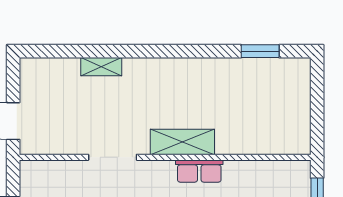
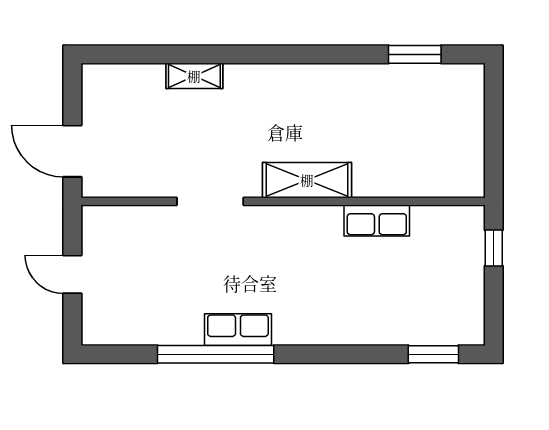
row of seats: (199, 171) -> (377, 220), moved

